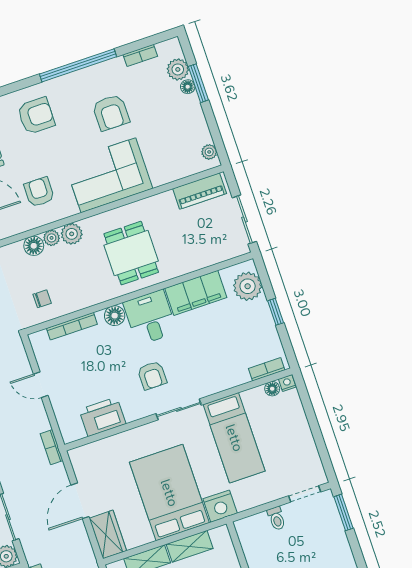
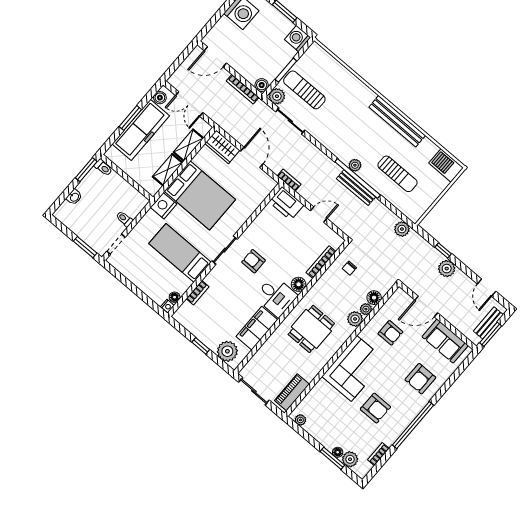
armchair: (111, 113) -> (375, 408), turned 180
dining table: (131, 253) -> (311, 329), turned 90
bookcase: (267, 369) -> (198, 293), moved
printer: (102, 417) -> (286, 203), moved, turned 90

